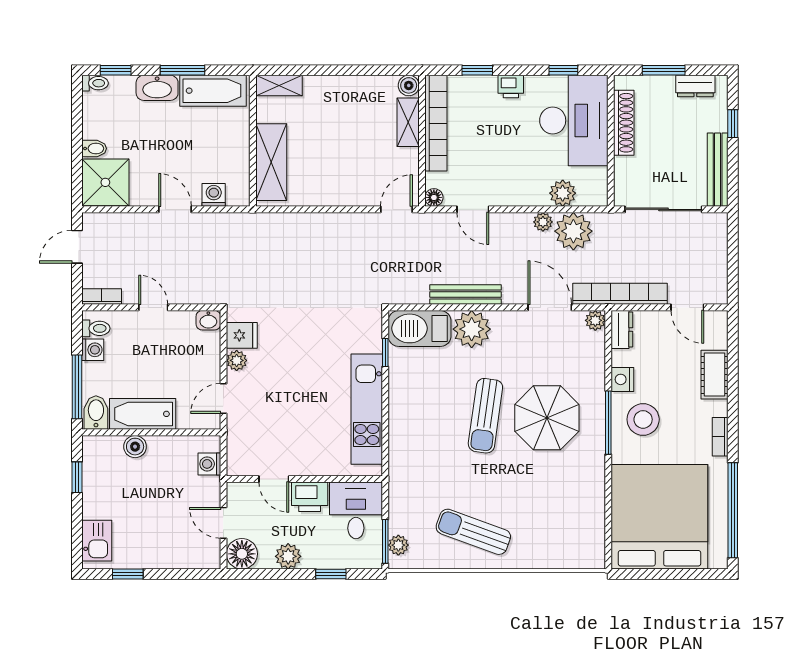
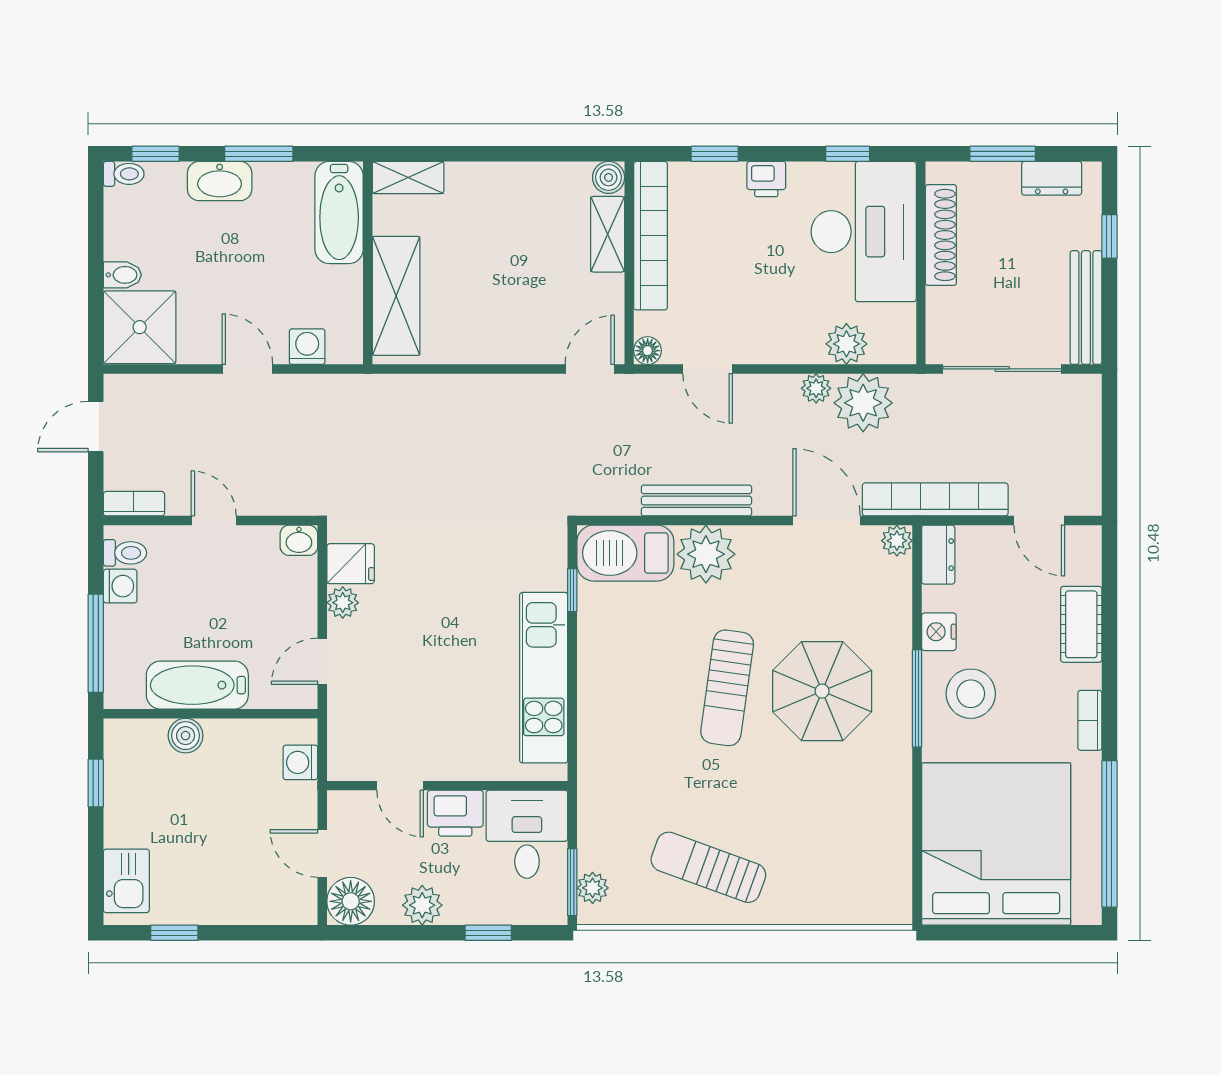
bathtub: (213, 91) -> (339, 213), moved, turned 90
bidet: (96, 413) -> (125, 683), removed

